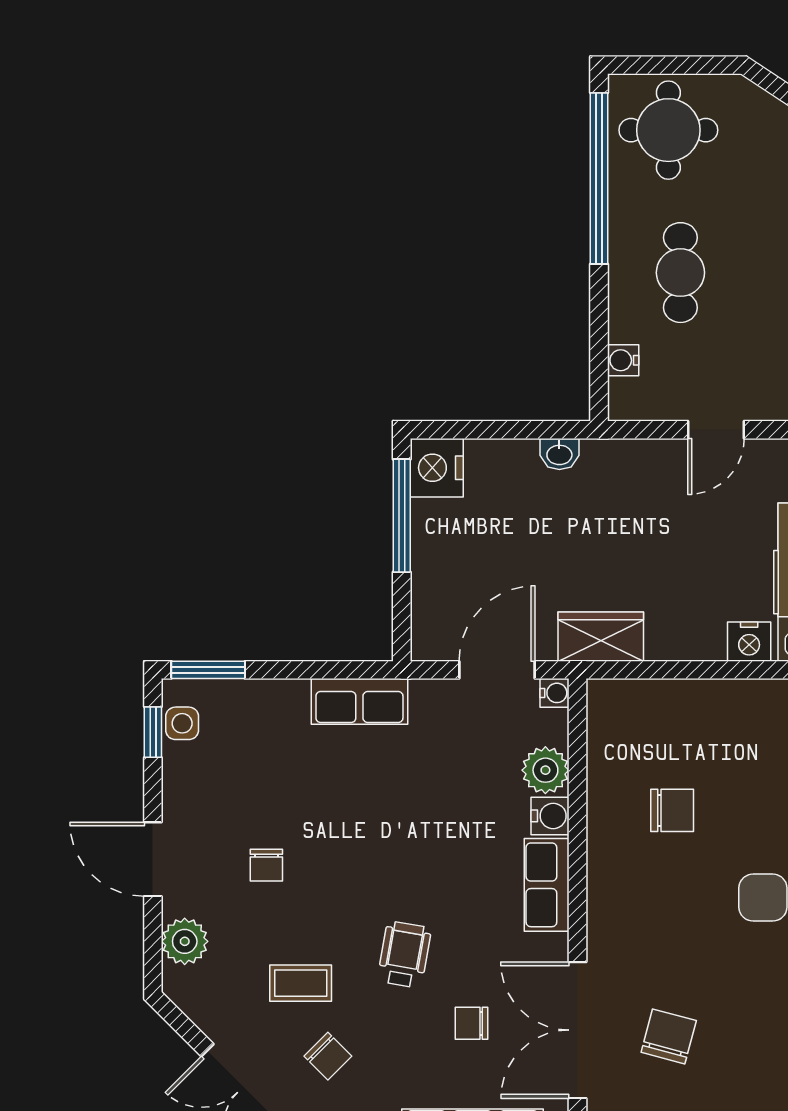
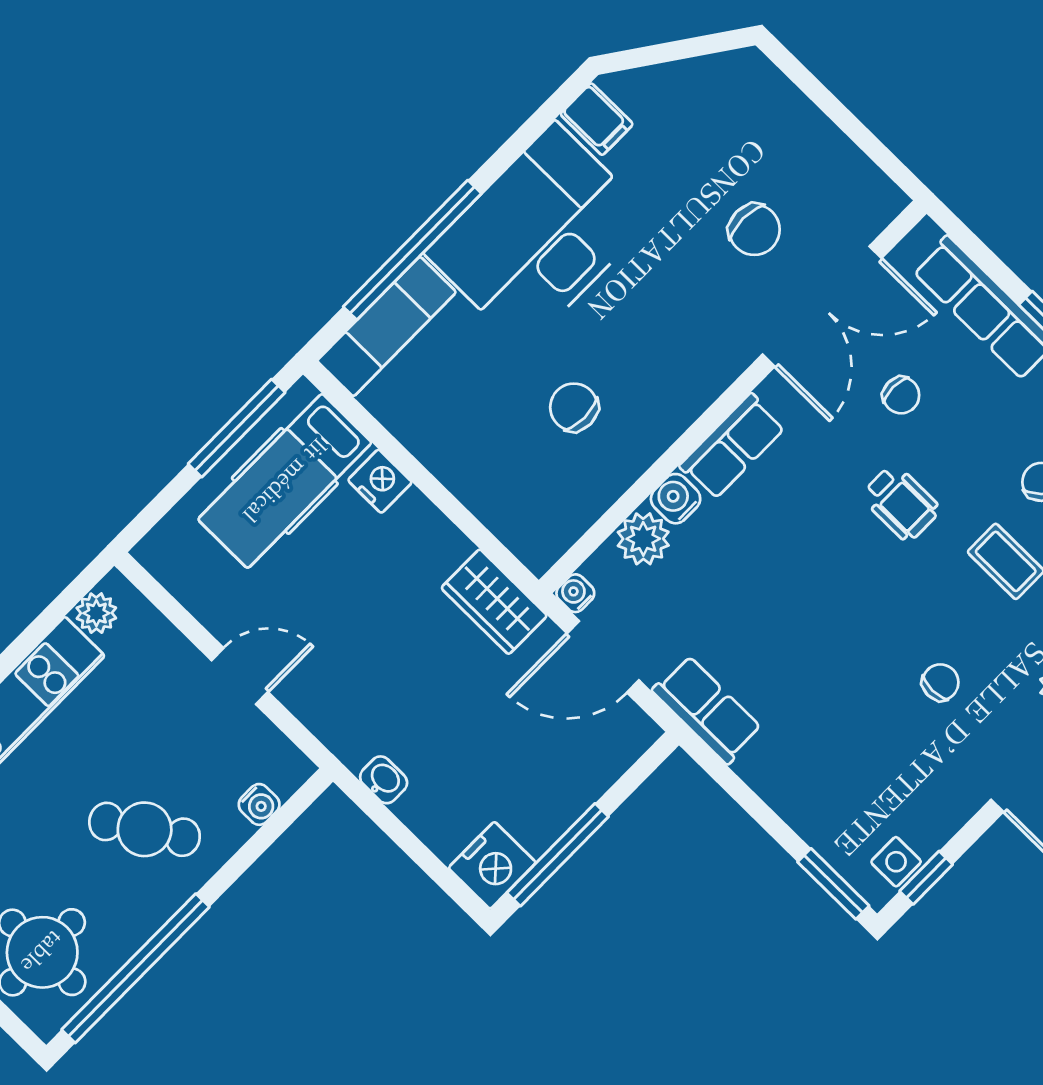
cafe table: (680, 273) -> (145, 829), turned 57
row of seats: (359, 701) -> (707, 710), moved
wheelchair: (404, 955) -> (901, 503), turned -100
chair: (669, 1036) -> (754, 230), turned -105

